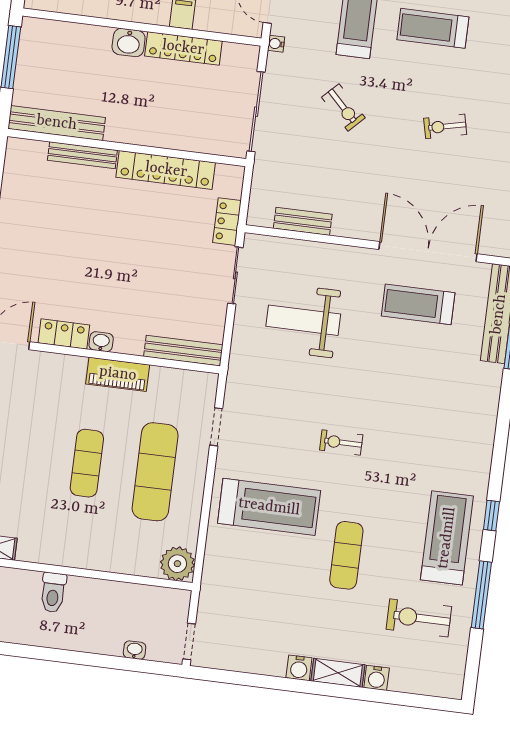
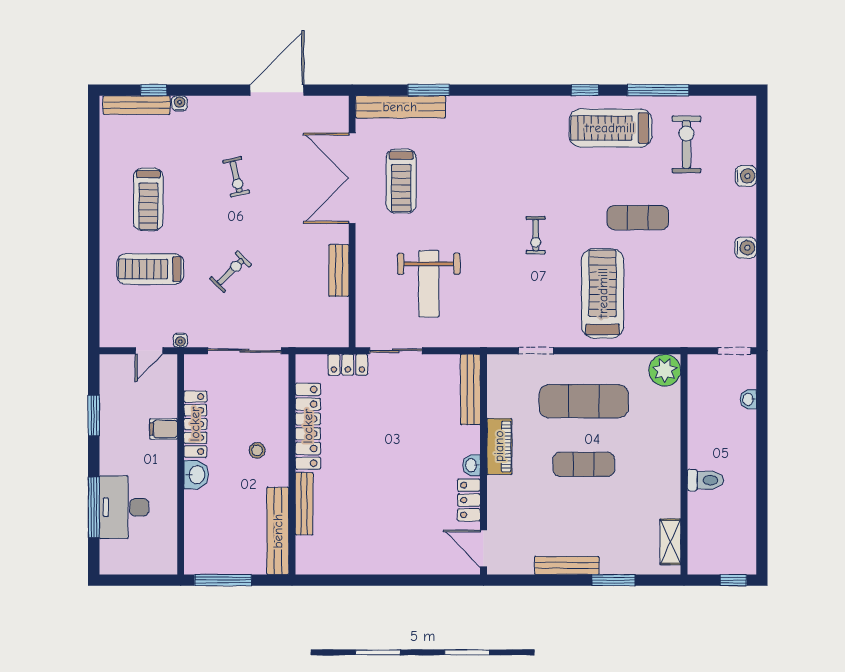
stool: (147, 112) -> (257, 450), added
bench: (303, 221) -> (339, 270), moved
exercise bike: (419, 618) -> (686, 144), turned 180
shelving: (338, 673) -> (746, 212), removed

